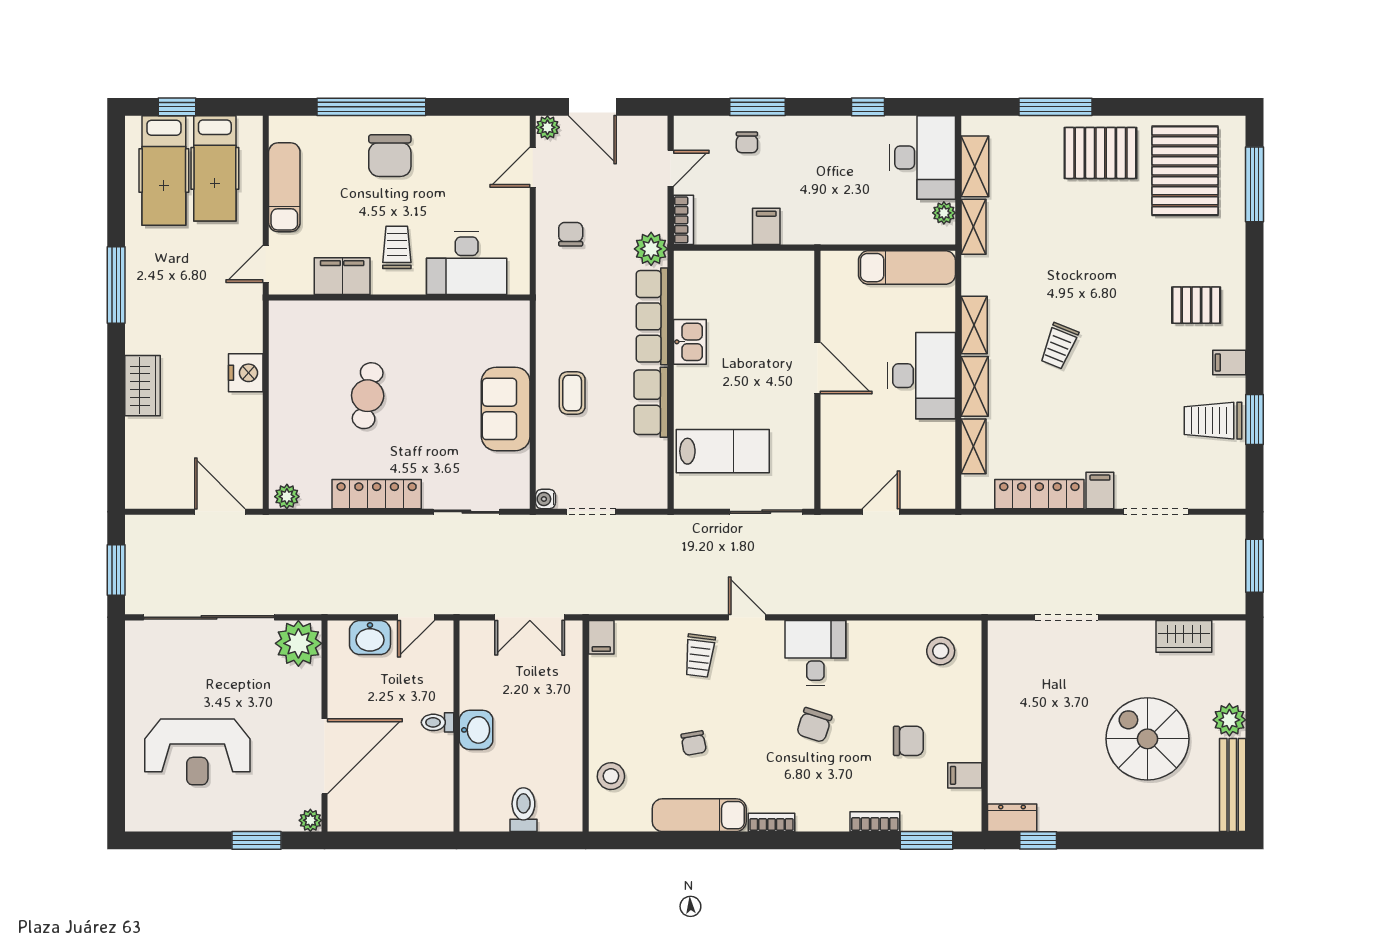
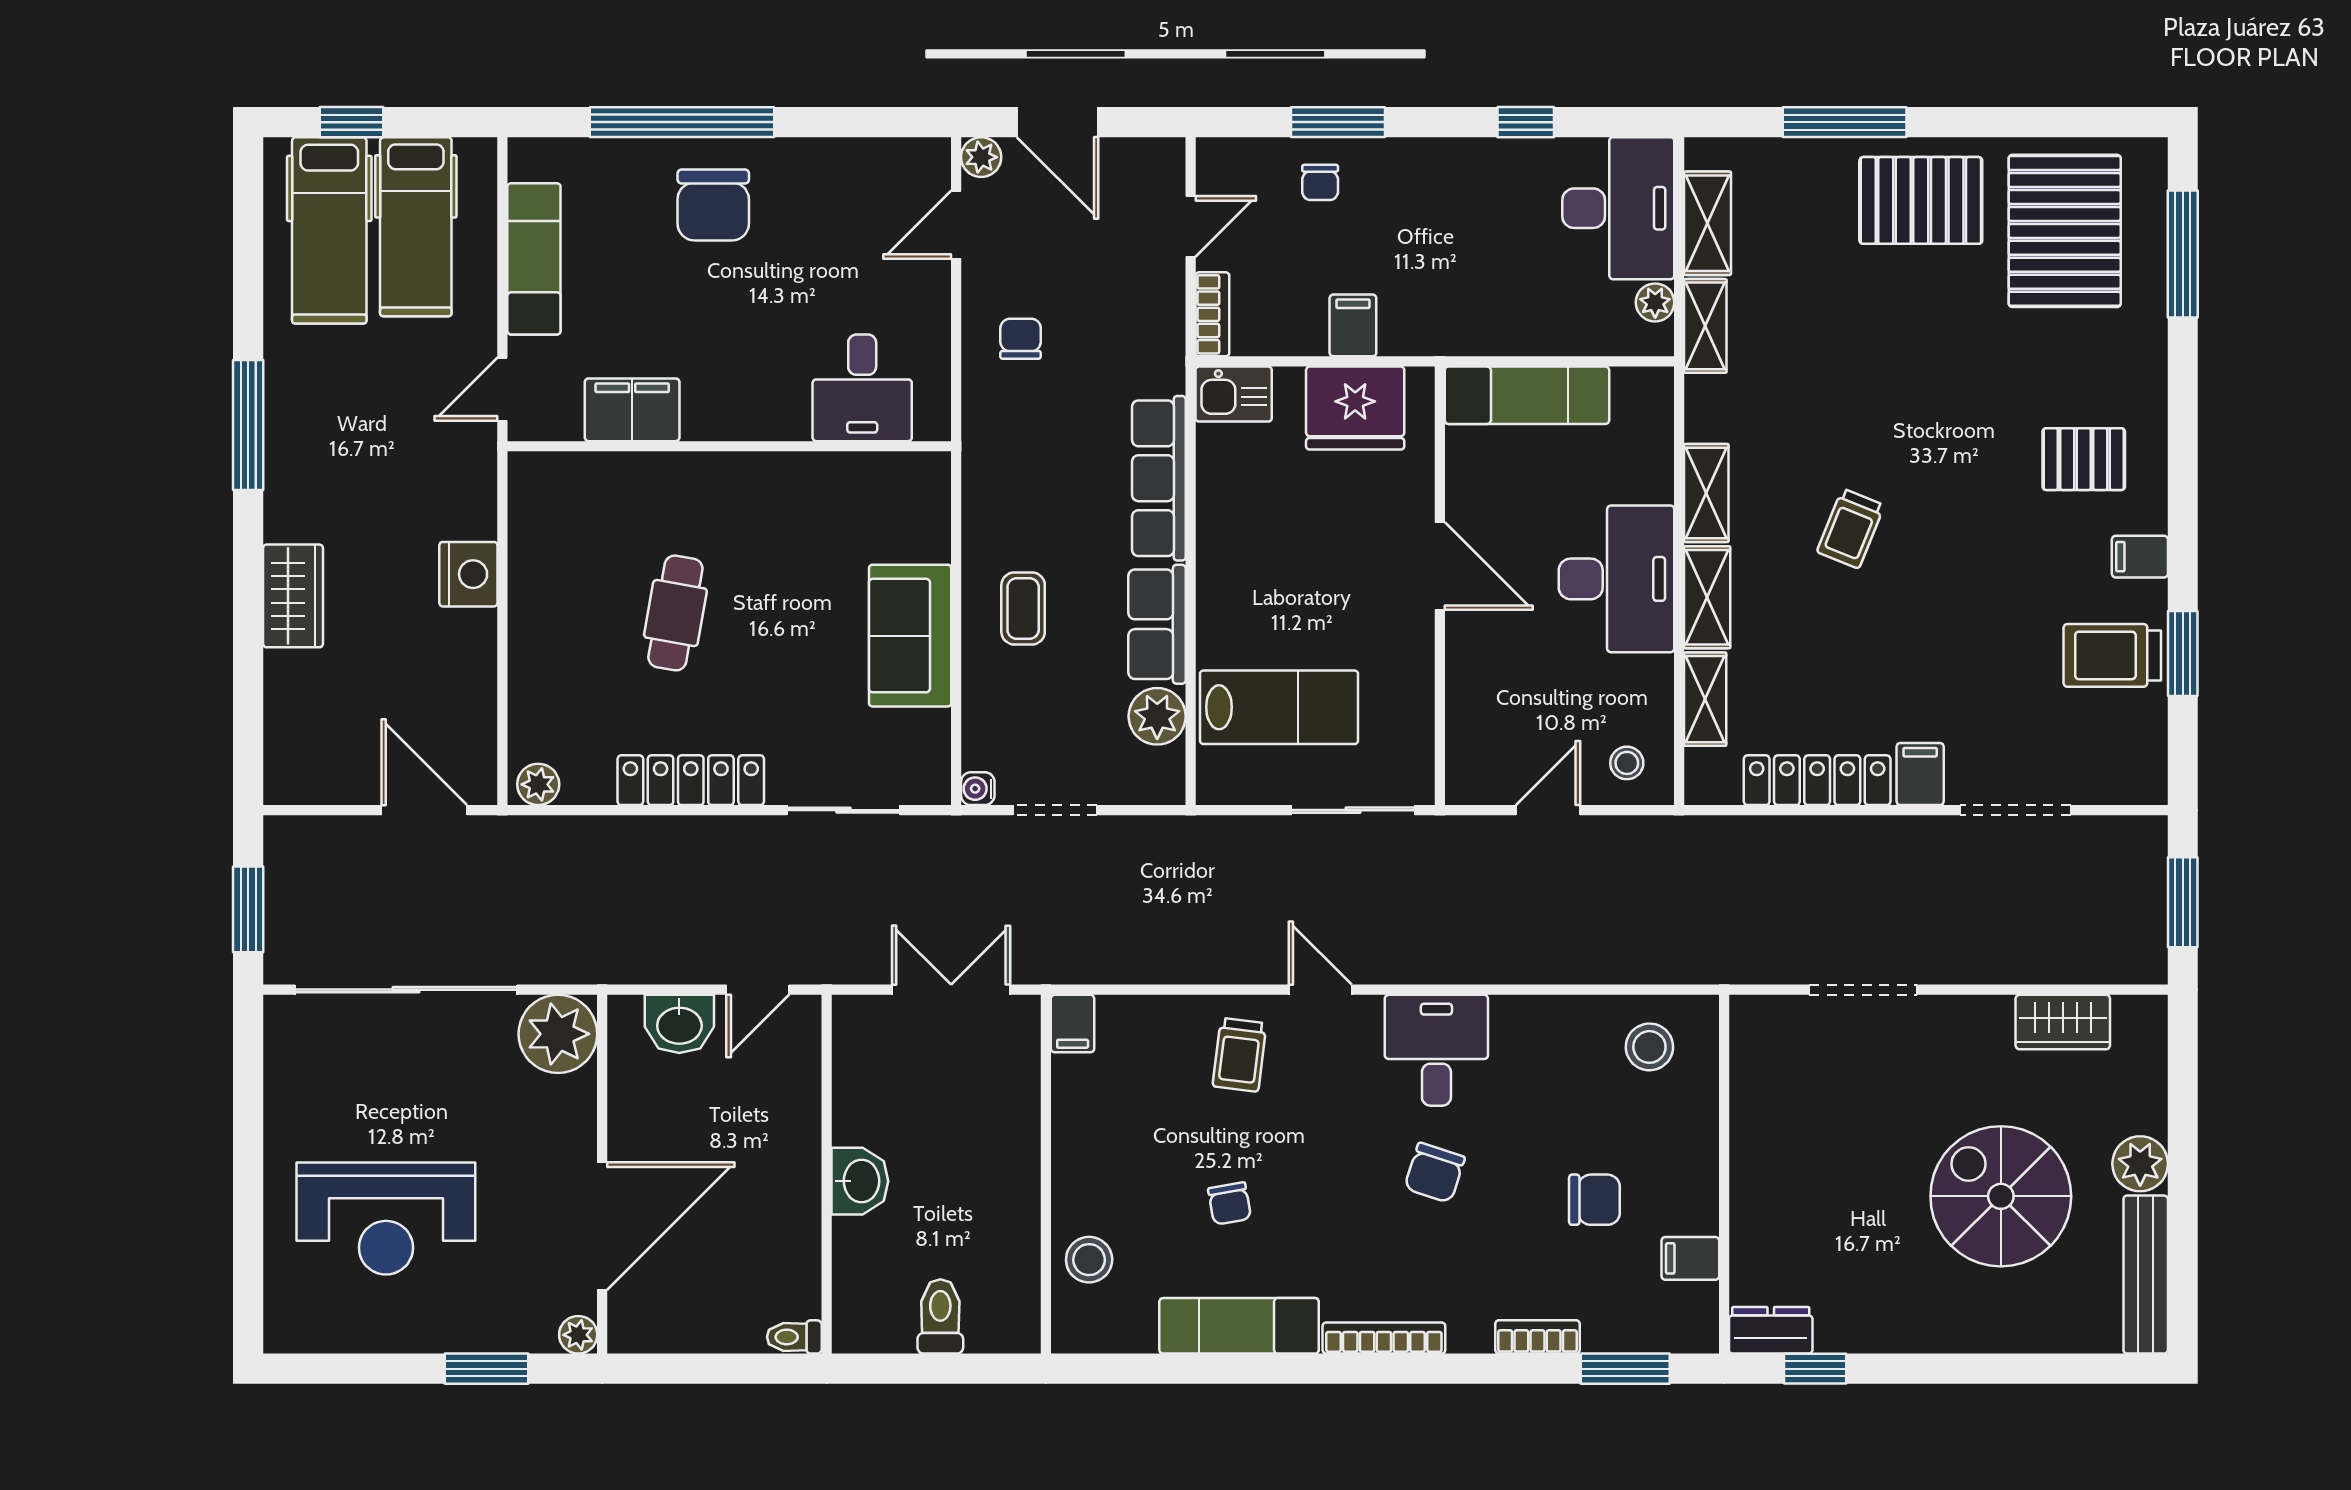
trolley: (397, 247) -> (725, 361), removed
plant: (651, 249) -> (1157, 716), moved
desk: (467, 263) -> (862, 388), width x0.73
exam couch: (907, 268) -> (1527, 395), moved
fridge: (768, 275) -> (1355, 408), added
kitchen sink: (690, 342) -> (1234, 394), moved, turned 90
stool: (927, 484) -> (1627, 763), added
double door: (530, 617) -> (951, 990), swing flipped
toilet: (438, 722) -> (794, 1337), moved
bookcase: (771, 822) -> (1384, 1338), width x1.56

